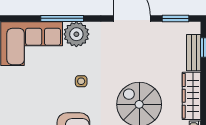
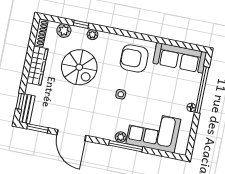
plant: (76, 34) -> (121, 137), width x0.53, depth x0.53
bench: (194, 53) -> (27, 109), moved

